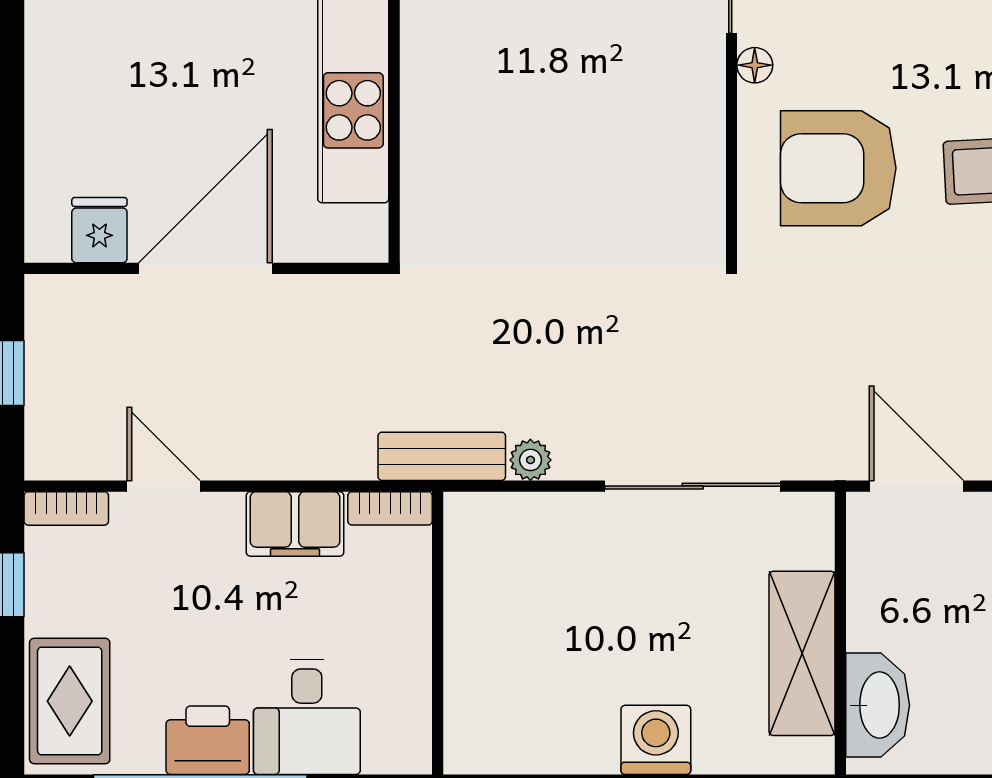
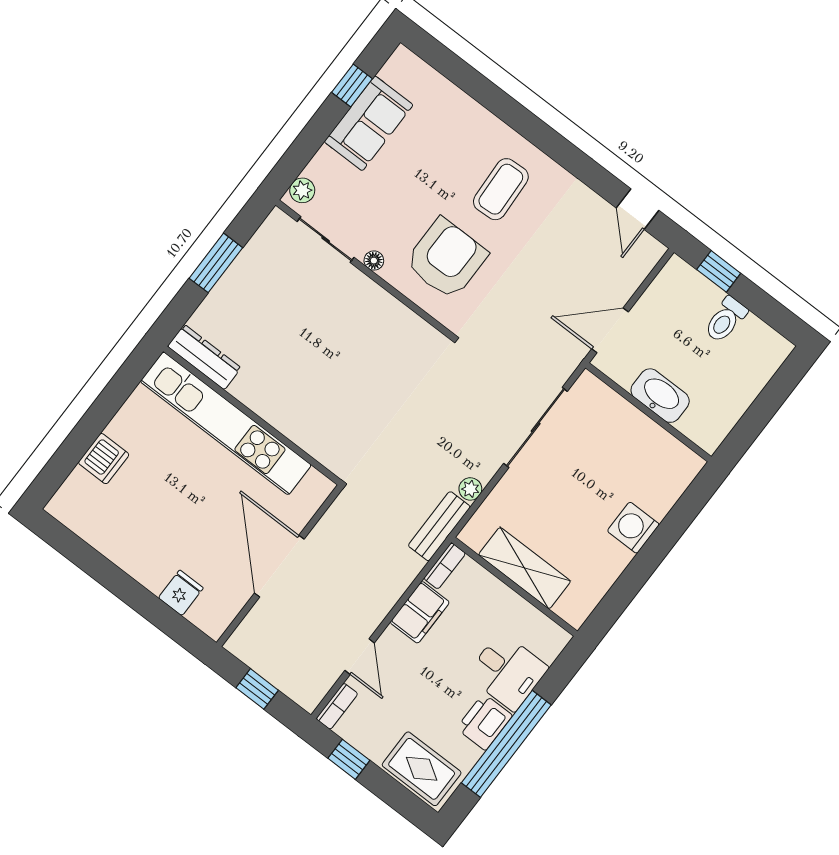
armchair: (838, 168) -> (446, 259), turned 180
fridge: (99, 230) -> (181, 593), moved, turned 90
door: (164, 486) -> (360, 657), swing flipped
shelving: (802, 653) -> (525, 568), moved
washbasin: (878, 705) -> (660, 396), moved

